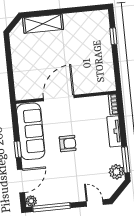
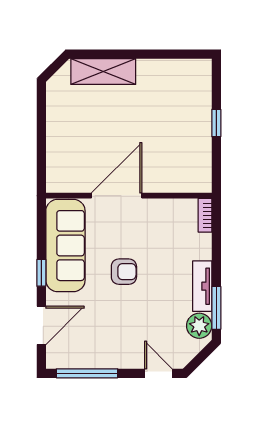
window: (113, 36) -> (216, 123), moved
tv unit: (114, 131) -> (202, 286), moved
plant: (31, 201) -> (55, 360), removed

